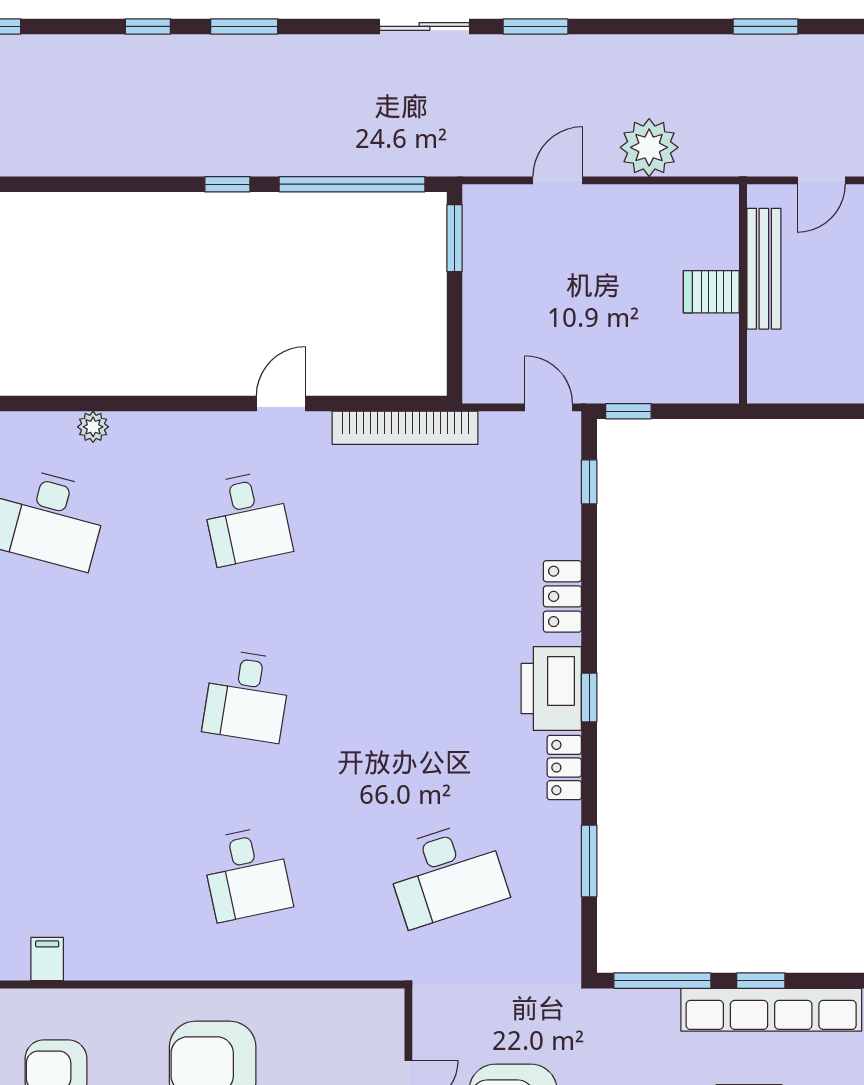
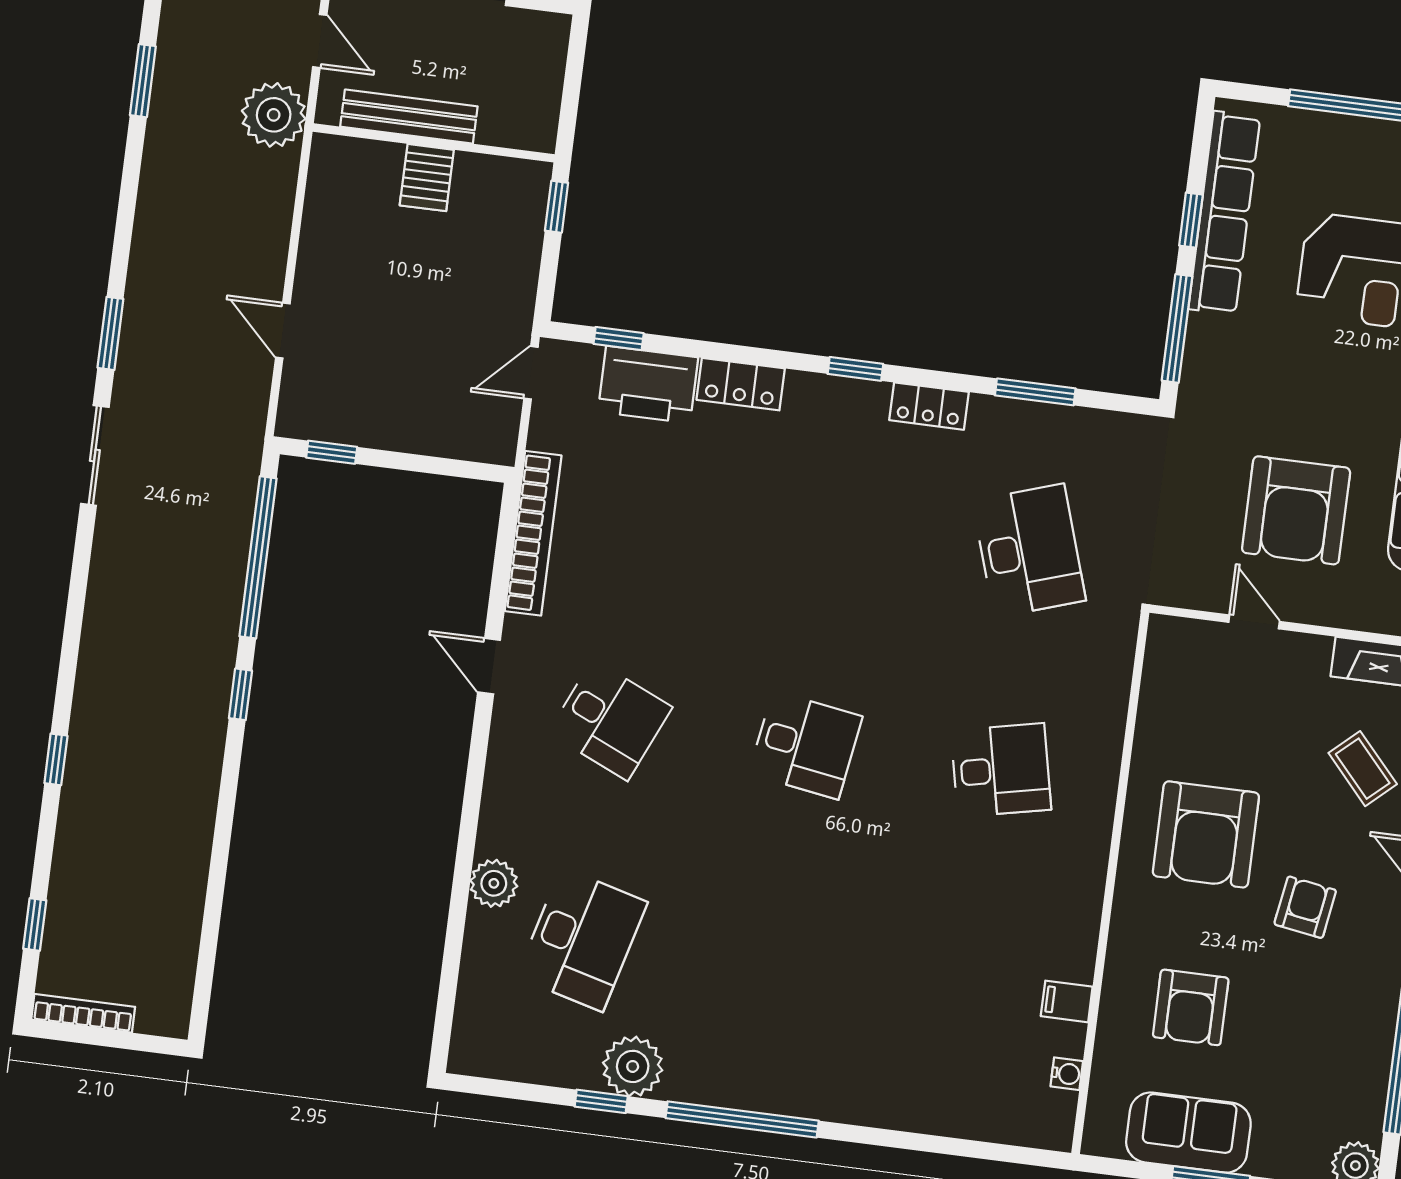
window: (244, 26) -> (69, 654), removed
plant: (649, 147) -> (274, 115), moved
window: (455, 238) -> (332, 452), width x0.67
window: (628, 411) -> (557, 207), moved
plant: (93, 427) -> (494, 883), width x1.38, depth x1.38
desk: (247, 518) -> (610, 720), turned 36
printer: (551, 688) -> (648, 385), moved

